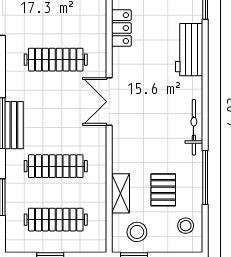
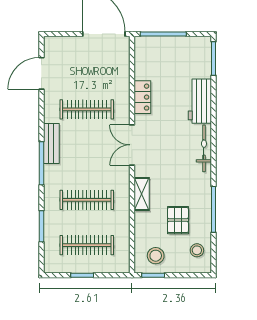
locker: (121, 28) -> (142, 97), moved
bench: (14, 125) -> (51, 144), moved
bicycle: (194, 127) -> (204, 148), moved
shelving: (120, 193) -> (142, 194), moved

